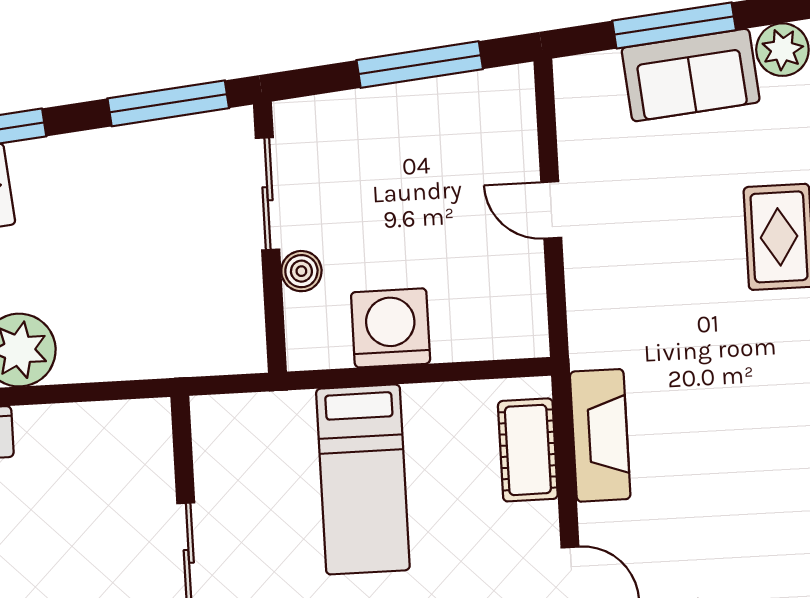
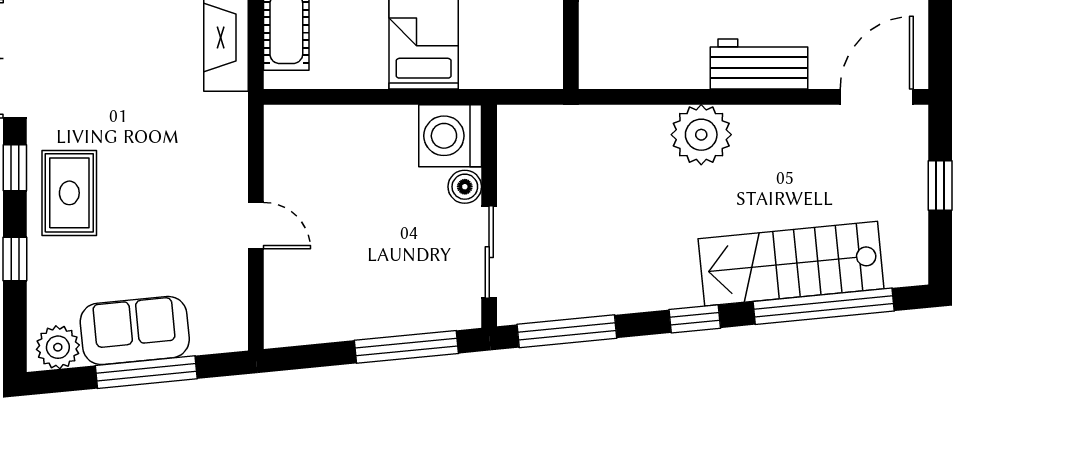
window: (420, 65) -> (406, 347), moved
washing machine: (391, 328) -> (450, 136), moved, turned 90

